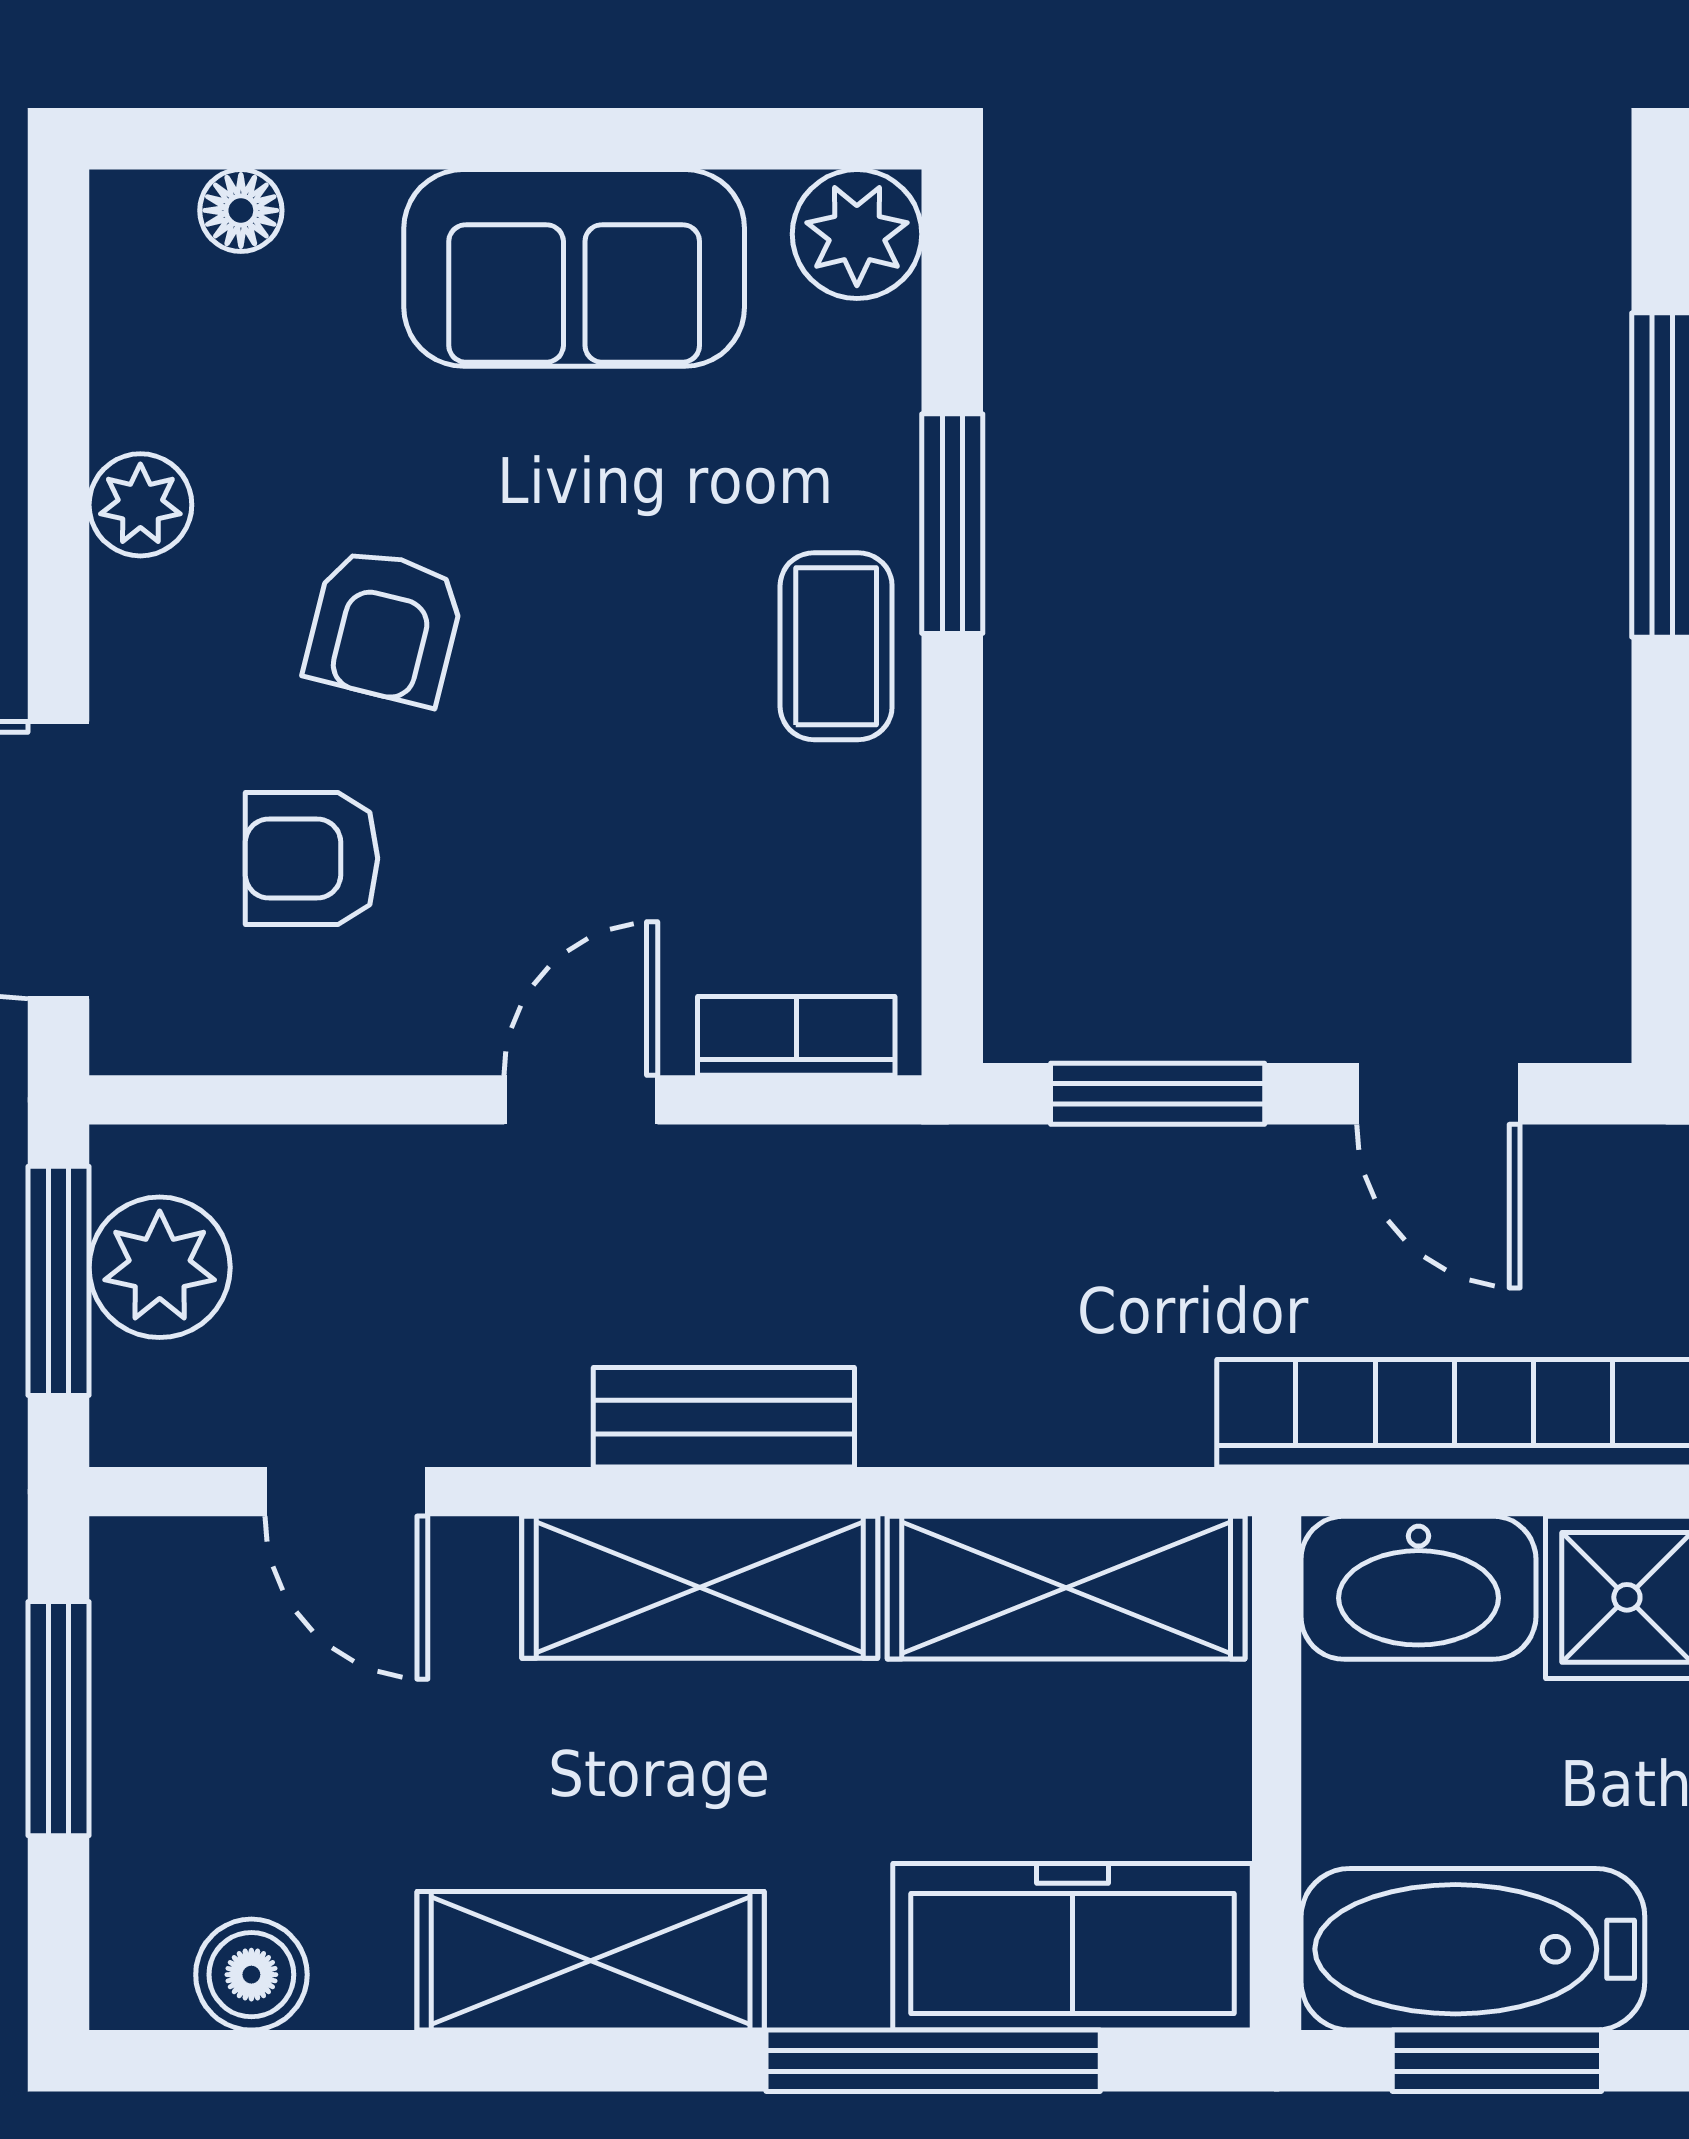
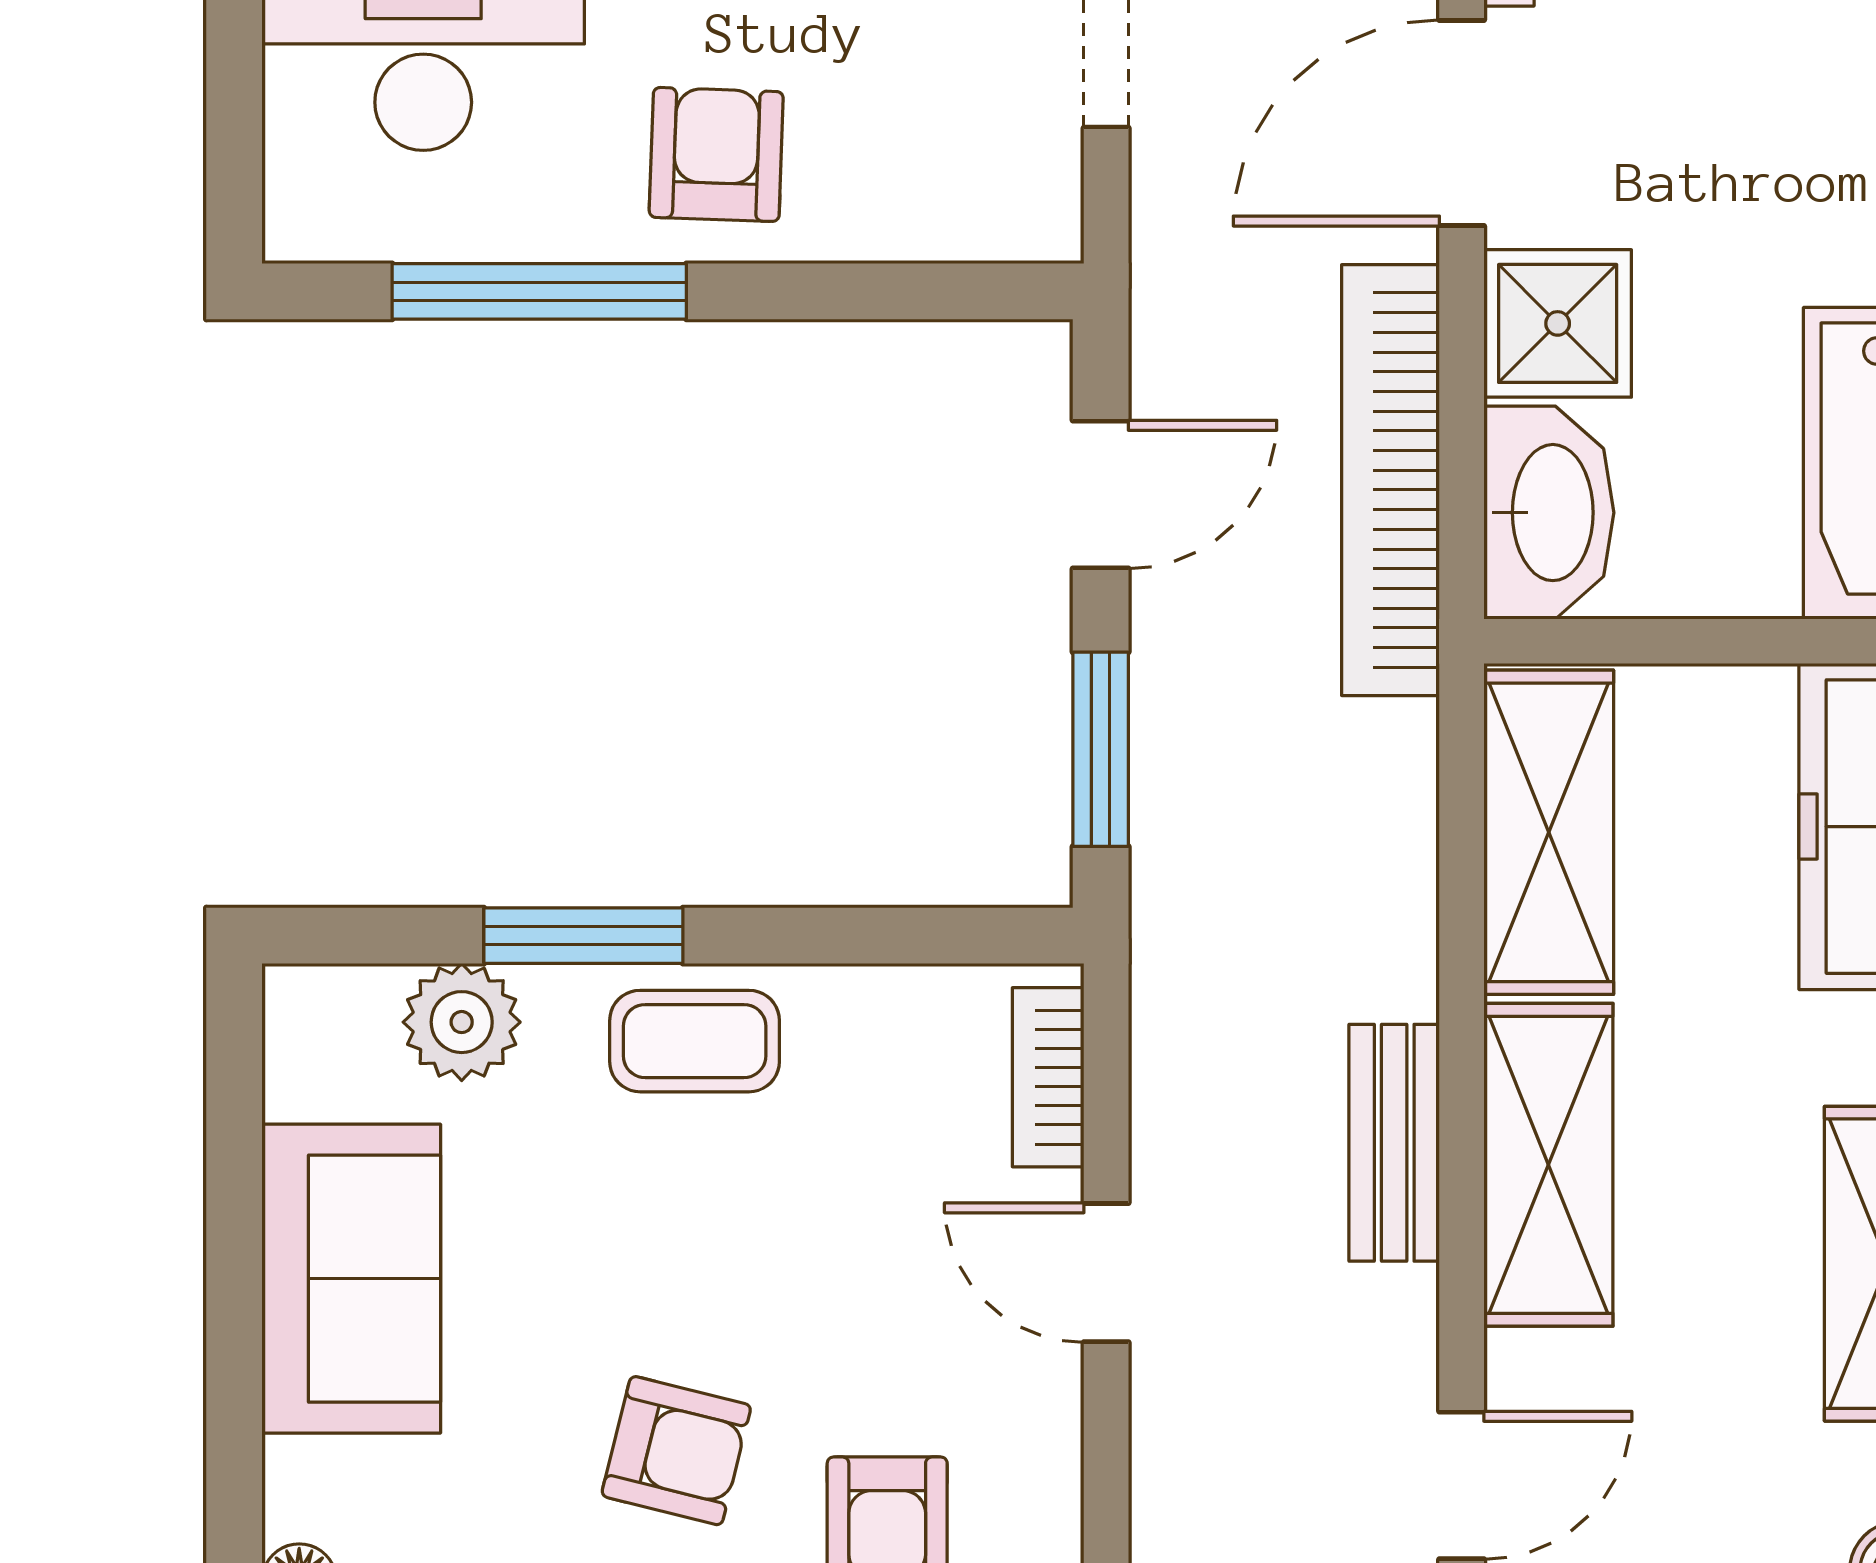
plant: (857, 234) -> (462, 1022), moved

